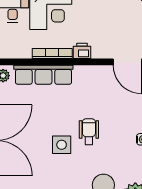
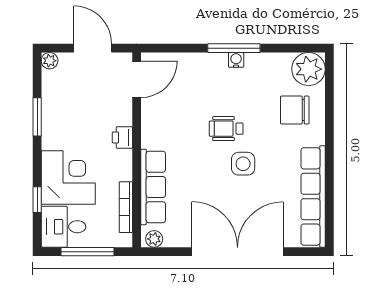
bookcase: (52, 54) -> (126, 207), moved

